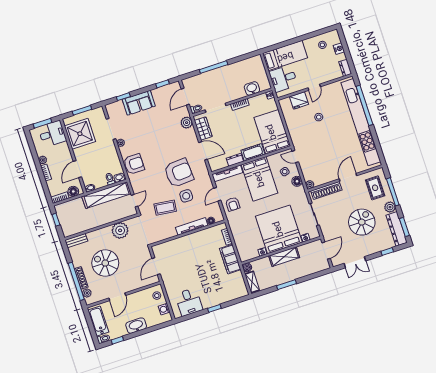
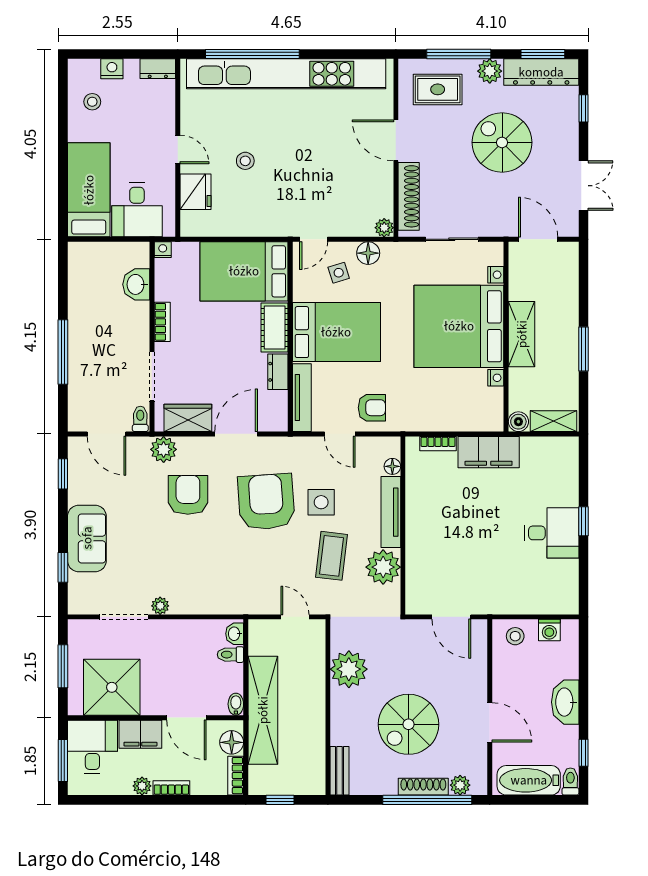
filing cabinet: (64, 152) -> (140, 734), added
armchair: (134, 164) -> (188, 495), moved
shelving: (106, 195) -> (263, 710), moved
plant: (168, 231) -> (383, 567), added
desk: (189, 302) -> (552, 533), moved

